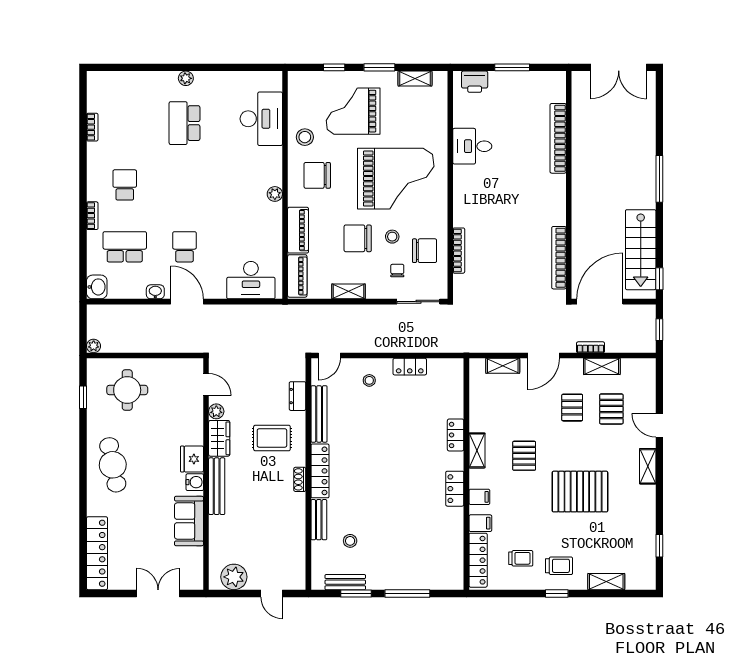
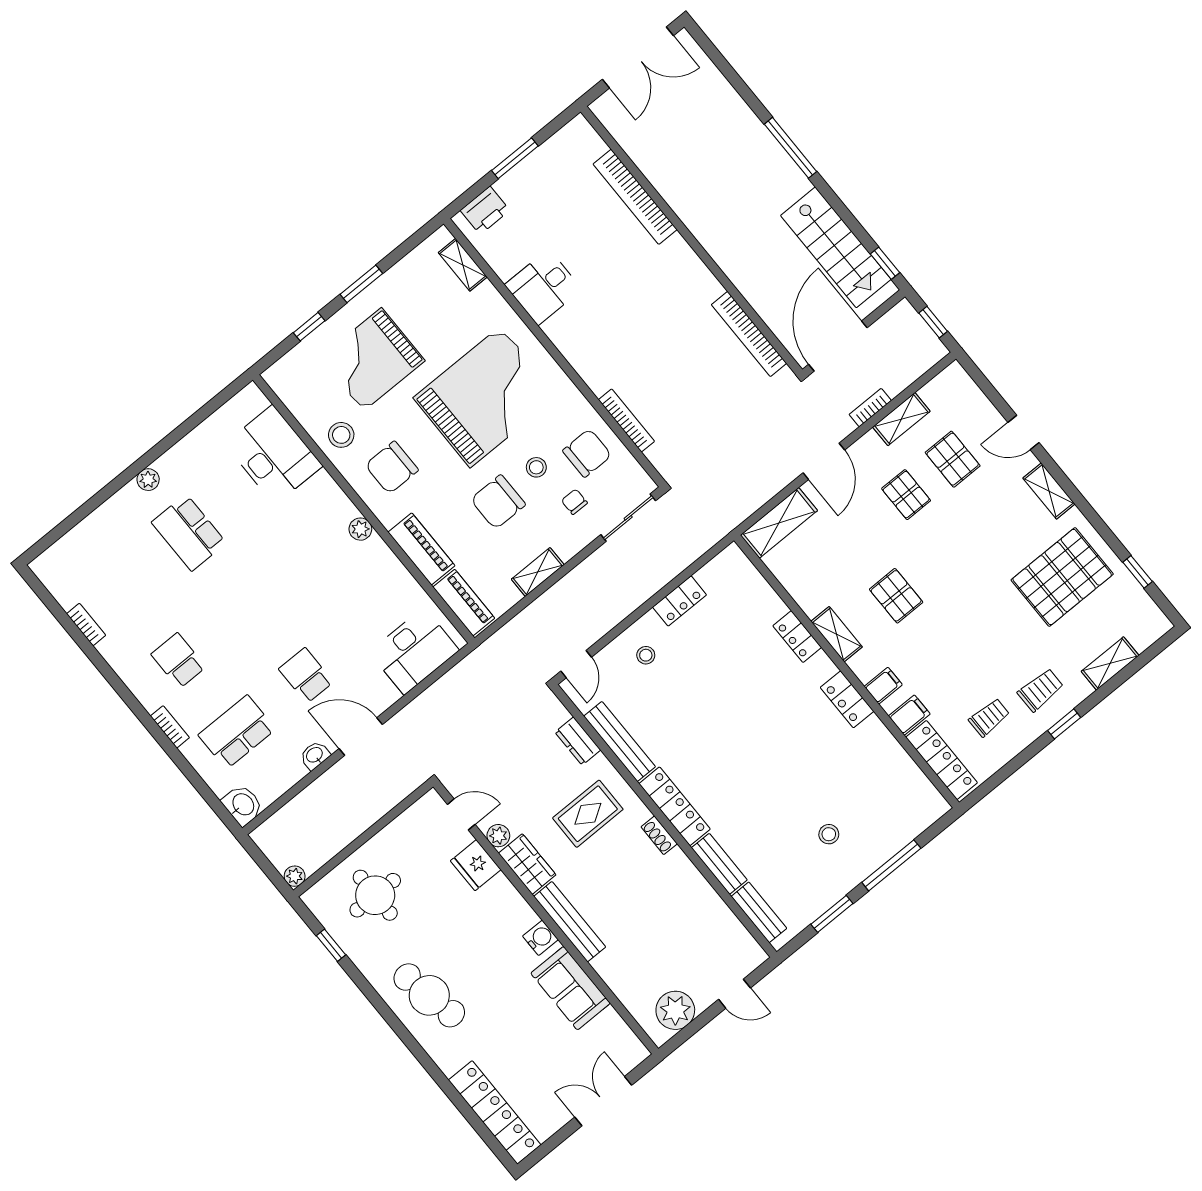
shelving: (415, 79) -> (463, 265), moved, turned 90
shelving: (503, 366) -> (779, 523), width x1.50, depth x1.33
fridge: (192, 459) -> (476, 865), moved
pallet: (580, 492) -> (1062, 577), moved
stool: (350, 541) -> (829, 834), moved
bench: (345, 582) -> (759, 912), moved, turned 90

